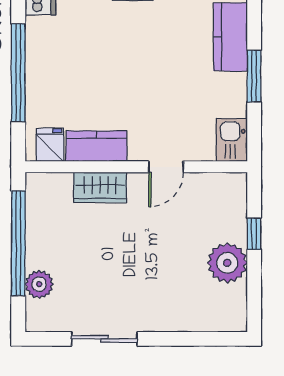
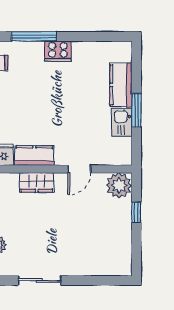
kitchen sink: (232, 140) -> (122, 122), moved
plant: (227, 263) -> (119, 185), moved

